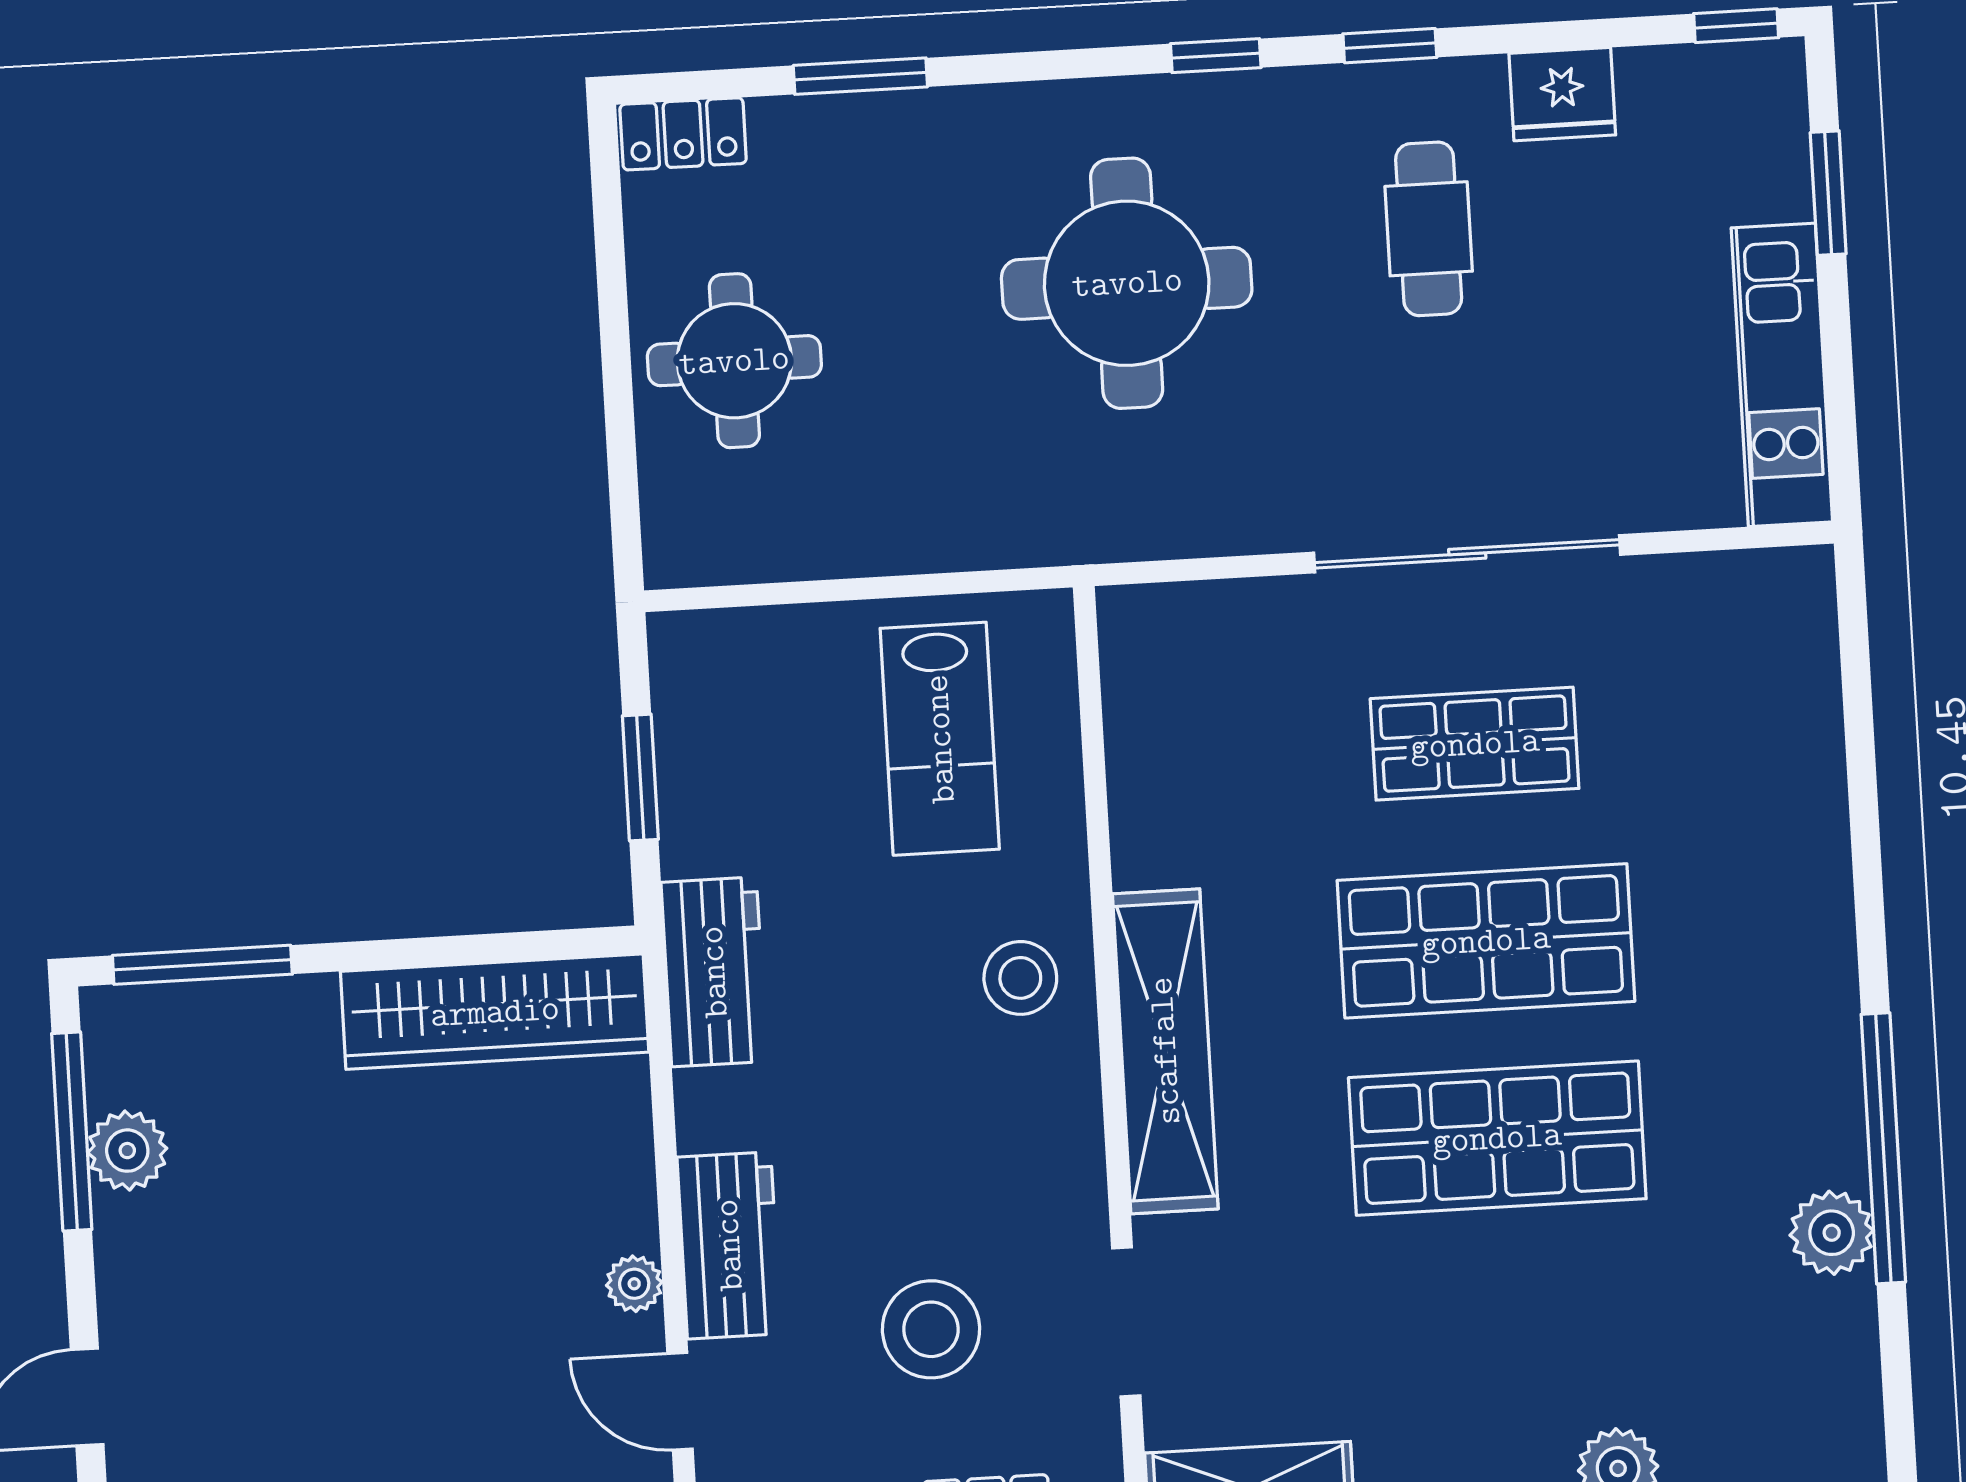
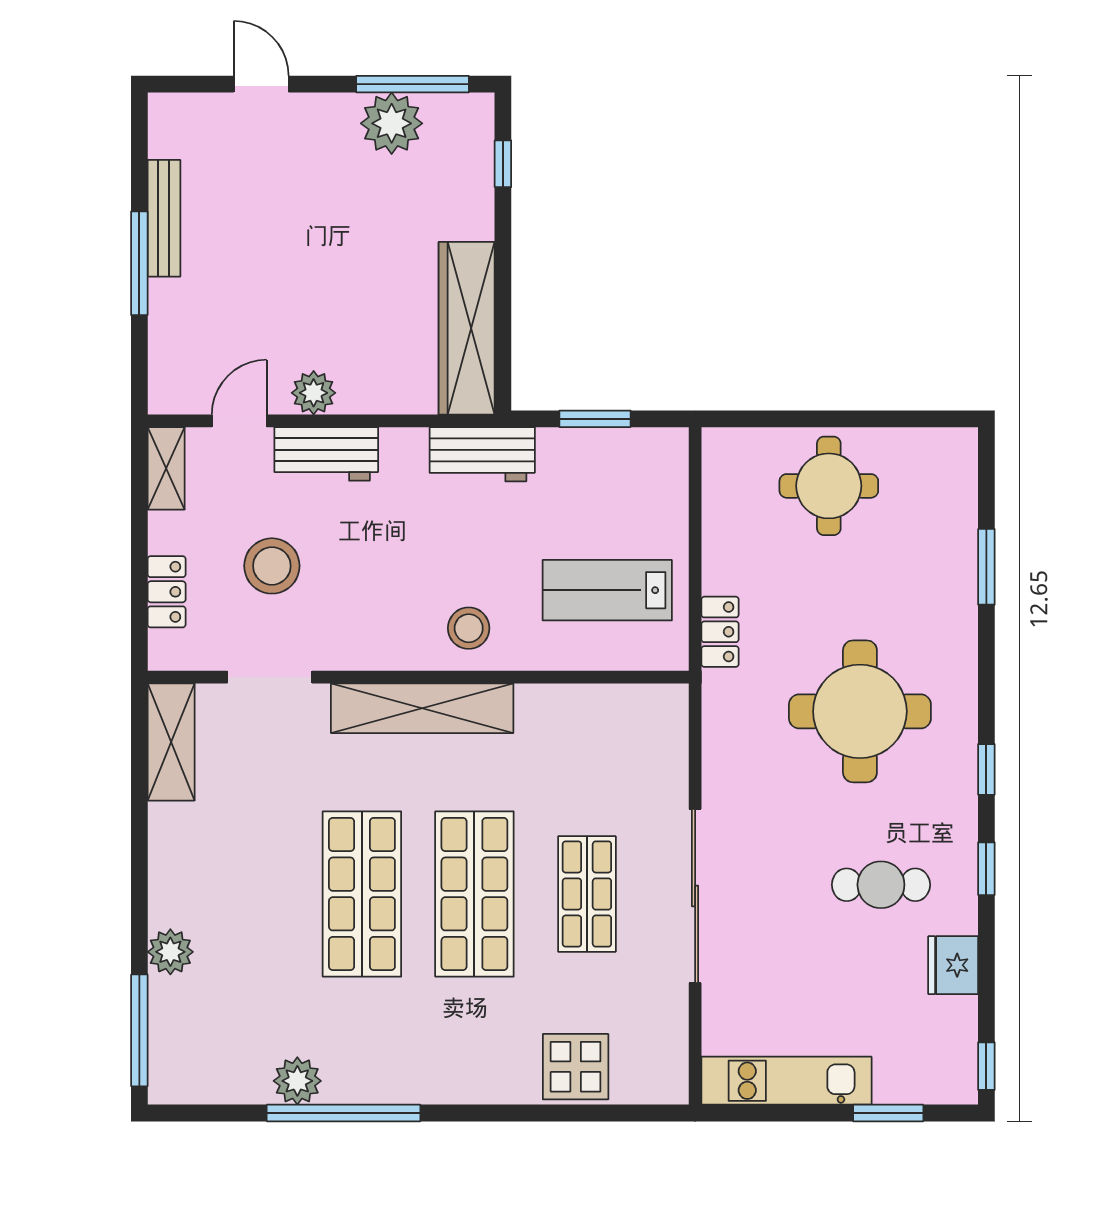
locker: (683, 134) -> (720, 632), moved, turned 180
display table: (1779, 746) -> (576, 1067), added
window: (202, 965) -> (503, 164), width x0.46
plant: (127, 1151) -> (392, 123), width x1.36, depth x1.36
plant: (634, 1284) -> (314, 393), width x1.38, depth x1.38

